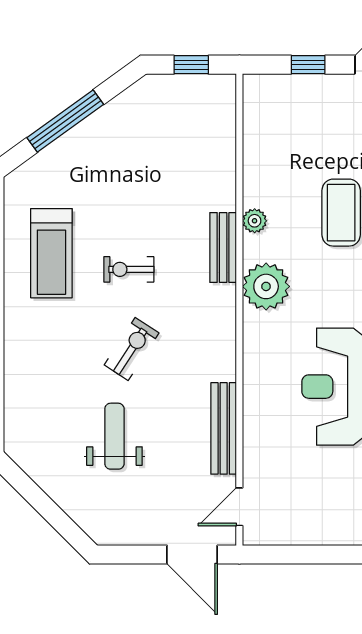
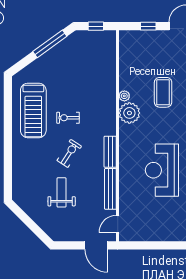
window: (65, 121) -> (50, 44), moved
bench: (223, 248) -> (110, 152), moved
treadmill: (51, 253) -> (33, 110), width x1.37, depth x1.38
plant: (266, 286) -> (129, 113), moved

